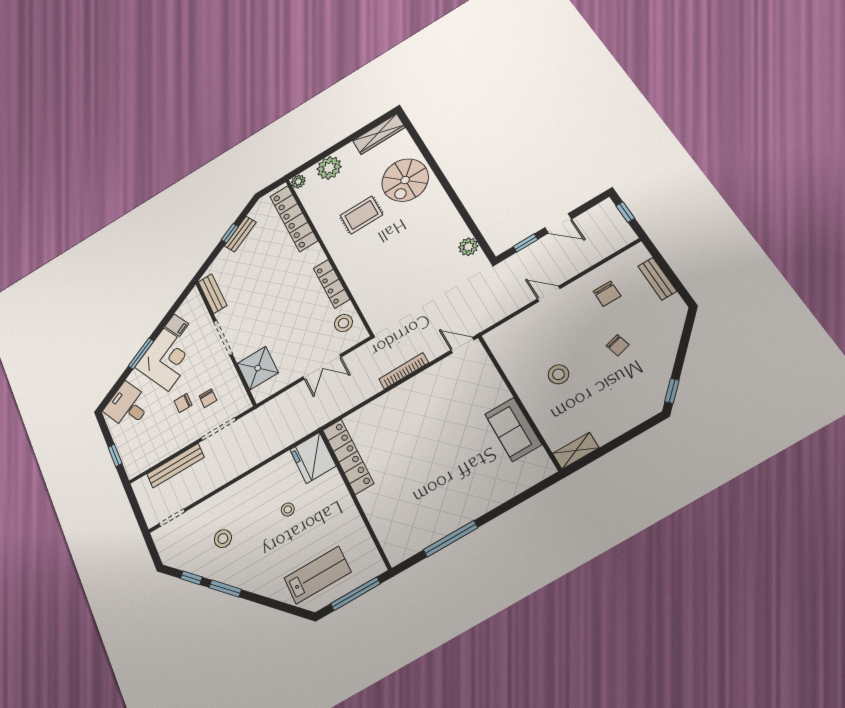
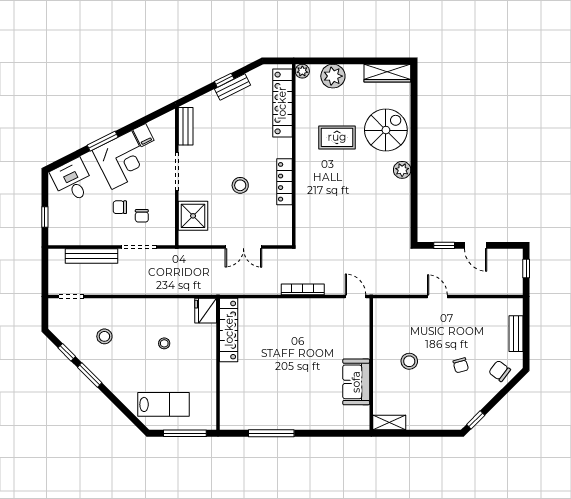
spiral stairs: (405, 180) -> (386, 130), turned 180
plant: (468, 247) -> (402, 170), moved
chair: (607, 294) -> (500, 371), moved, turned 127
stool: (343, 323) -> (240, 185), moved
fridge: (313, 458) -> (206, 311), width x0.73, depth x0.75

